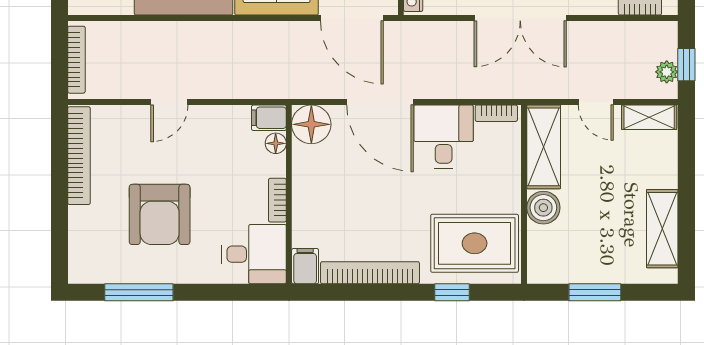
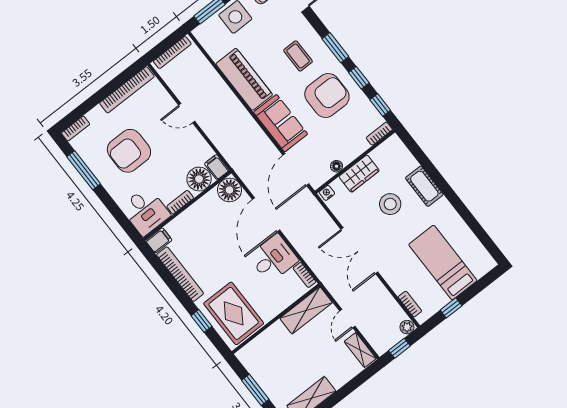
plant: (667, 72) -> (407, 327), moved
floor lamp: (276, 143) -> (199, 179), width x1.89, depth x1.89
boiler: (543, 208) -> (277, 333), removed
bookcase: (77, 261) -> (76, 129), added

